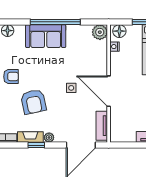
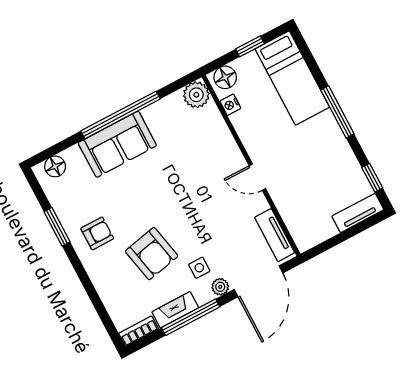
side table: (71, 88) -> (199, 268), moved
door: (109, 91) -> (257, 177), width x0.53
plant: (49, 137) -> (220, 287), moved
window: (36, 145) -> (191, 317), width x2.17

